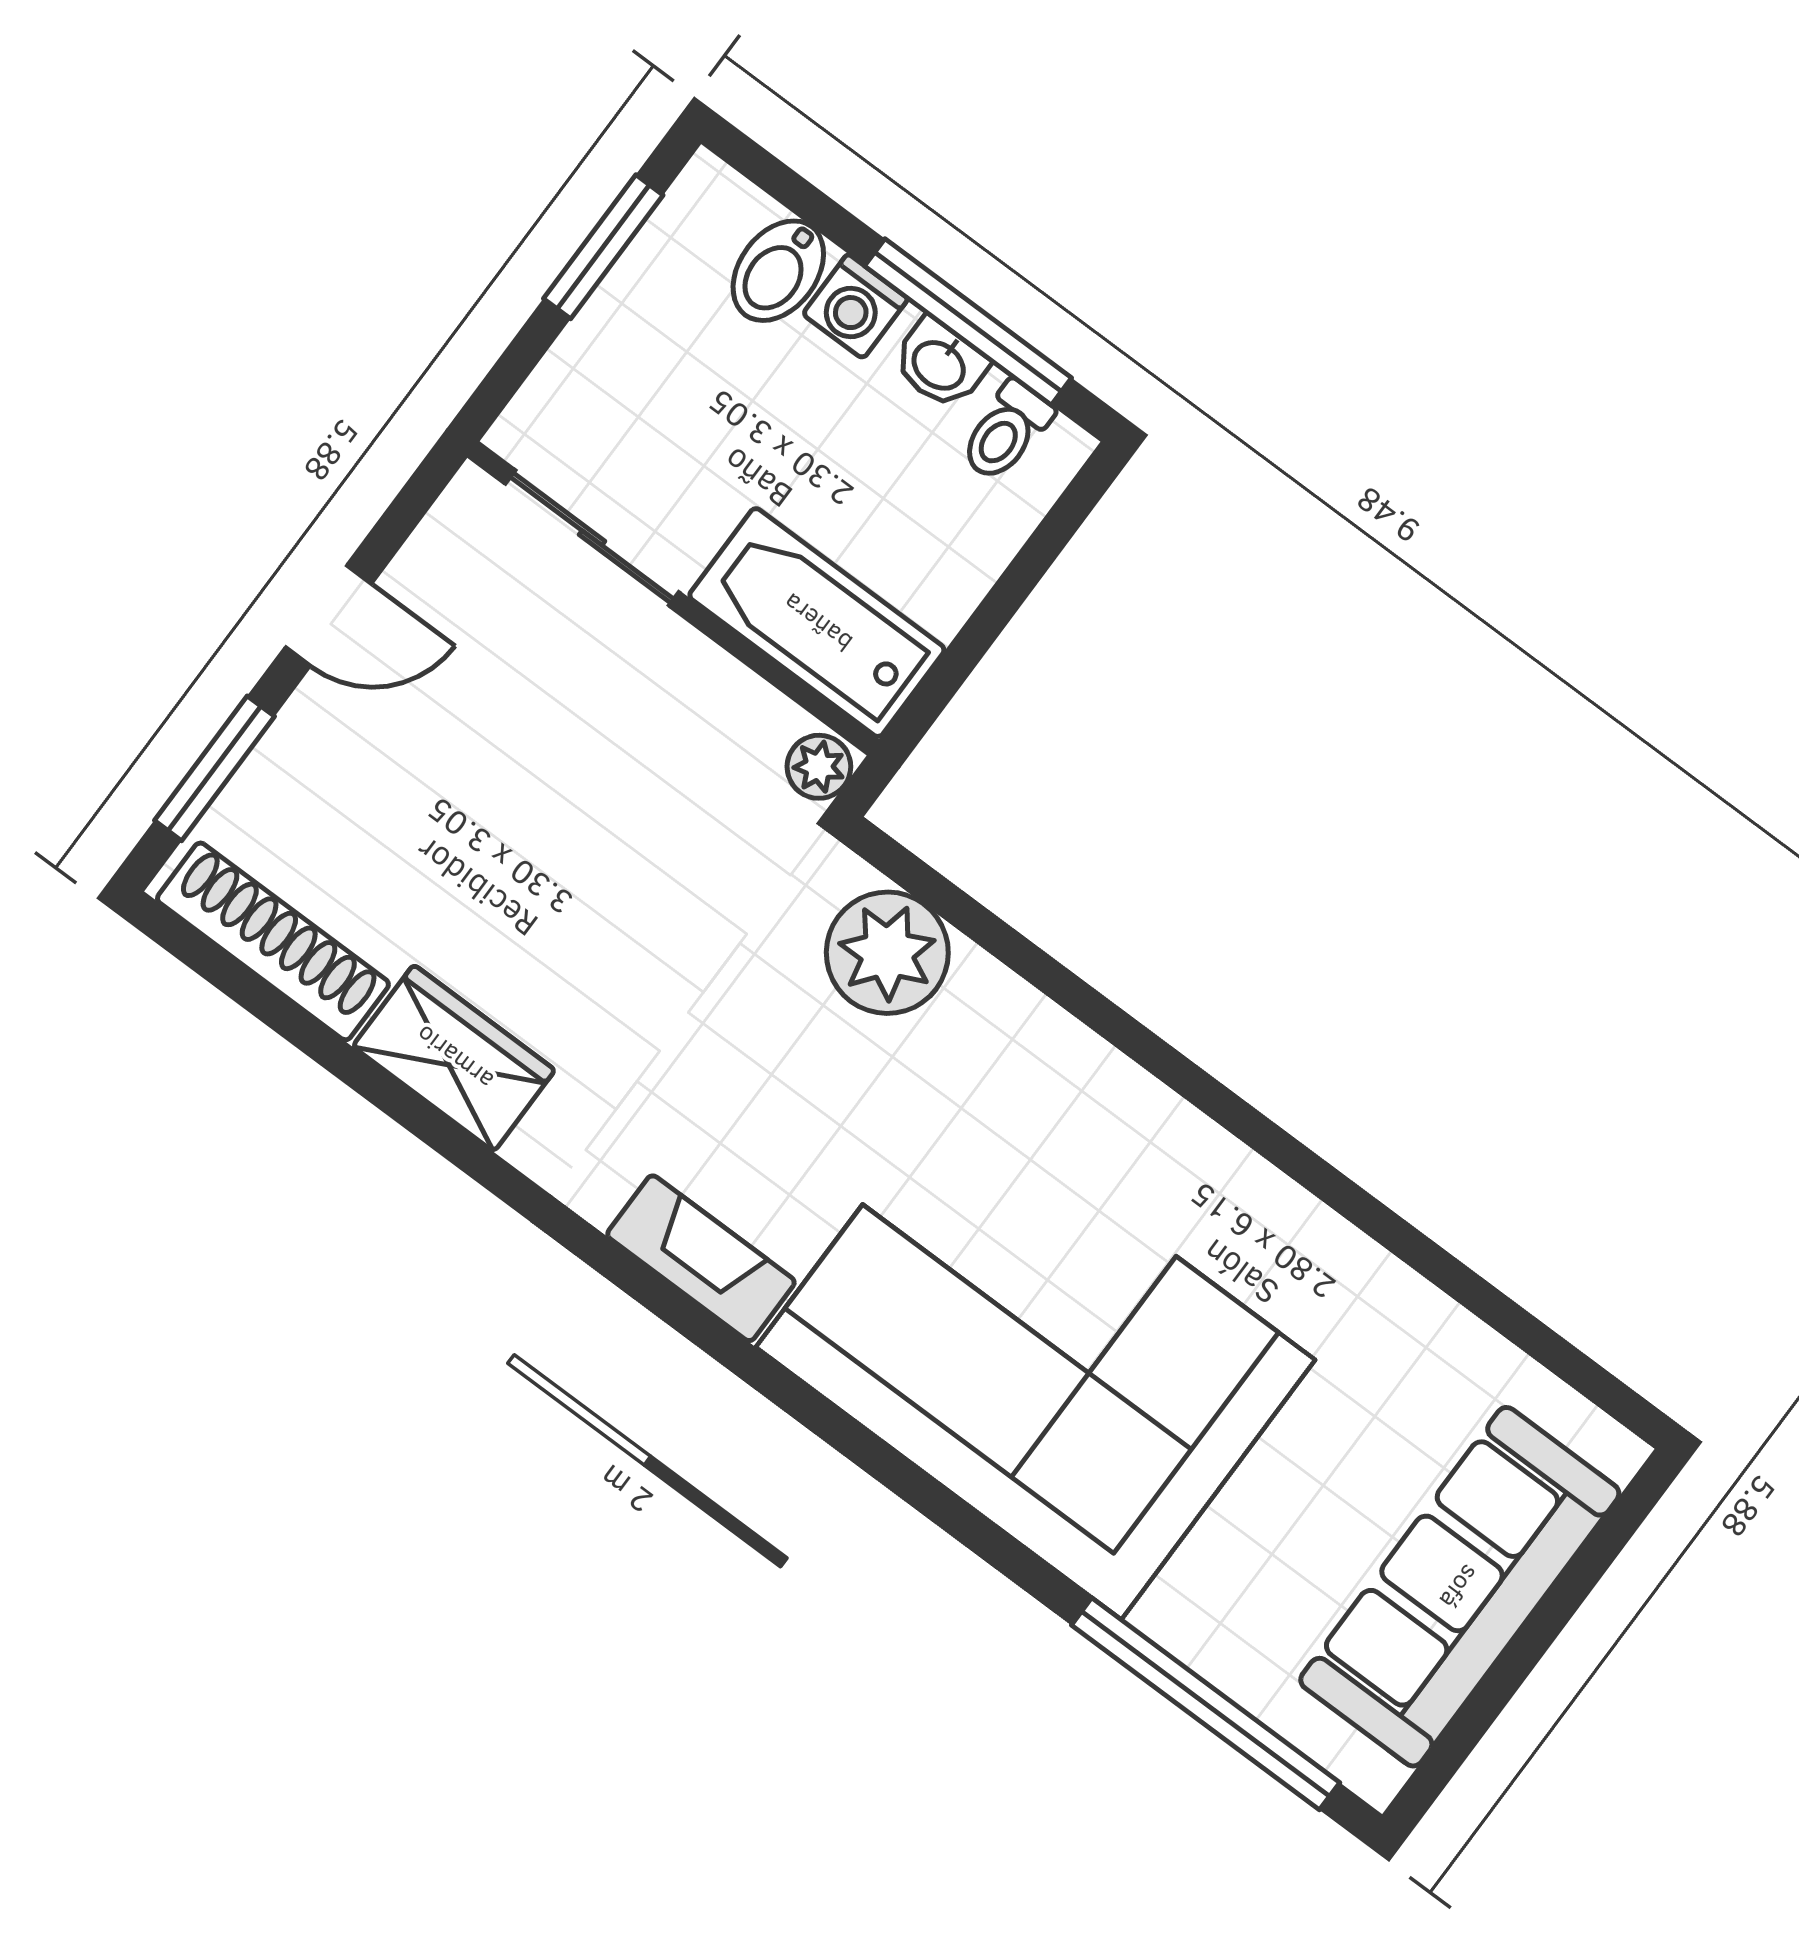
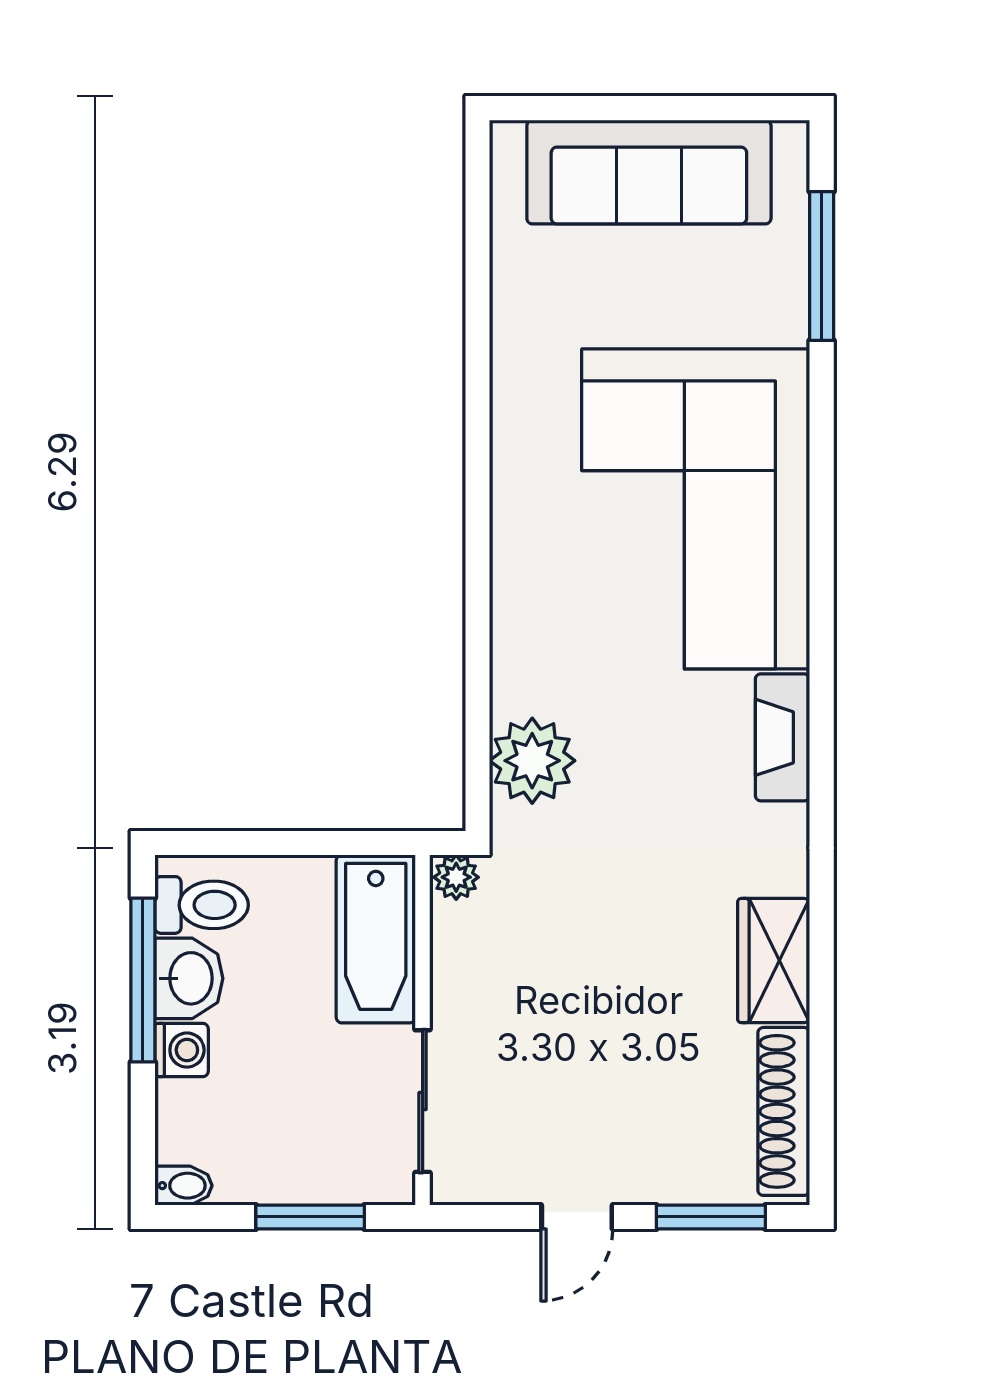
window: (603, 247) -> (310, 1217), moved
bidet: (778, 271) -> (183, 1186), moved, width x0.72, depth x0.74
washbasin: (940, 364) -> (189, 978), width x1.38, depth x1.45
toilet: (1006, 431) -> (202, 905), width x1.37, depth x1.39
door: (328, 615) -> (577, 1217), swing flipped
window: (1206, 1704) -> (822, 266), width x0.68

